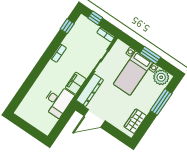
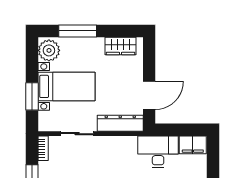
window: (150, 55) -> (32, 96), moved
filing cabinet: (76, 83) -> (193, 145), moved
door: (95, 118) -> (149, 95), hinge flipped

